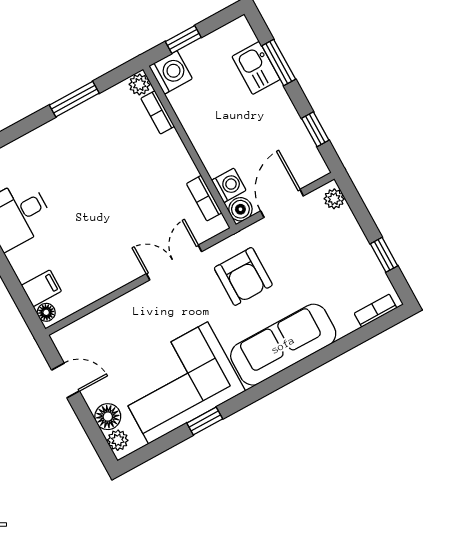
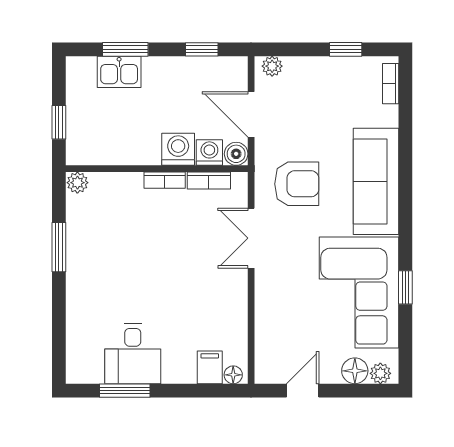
washing machine: (171, 72) -> (178, 149), moved
bookcase: (158, 112) -> (165, 180), moved

